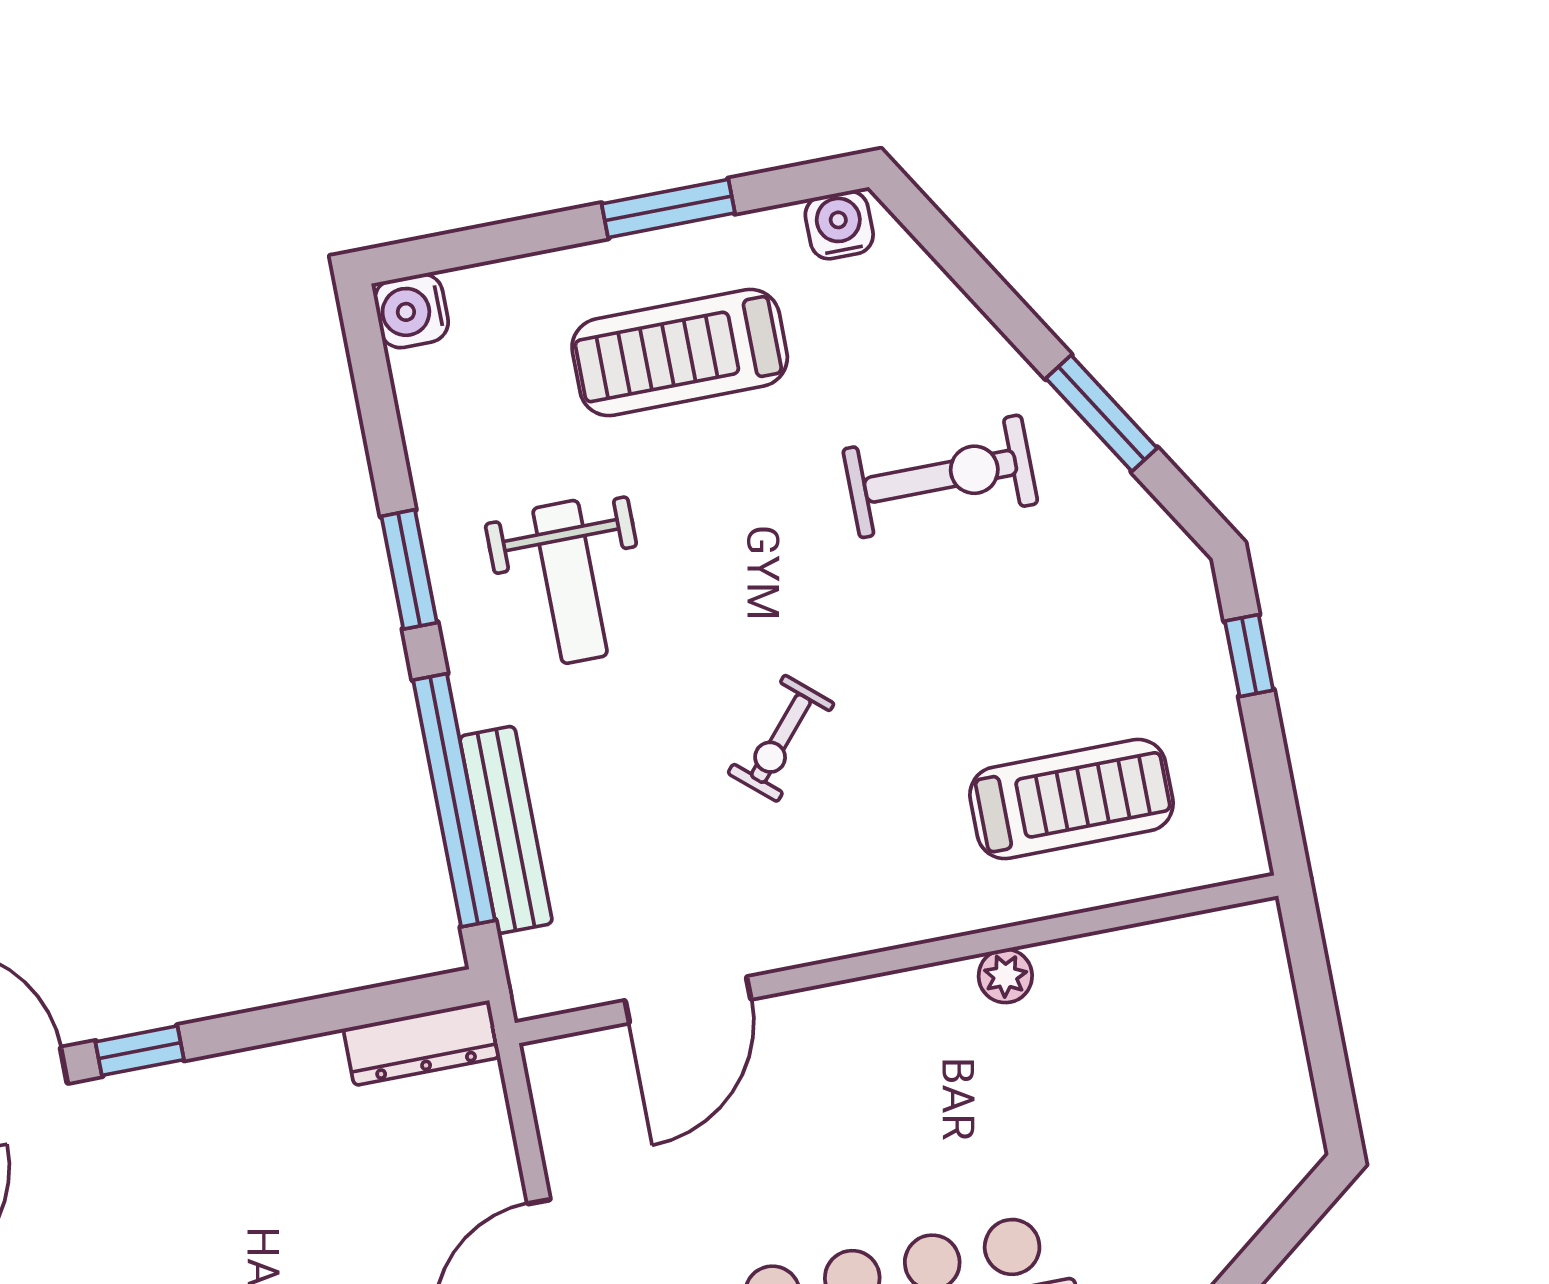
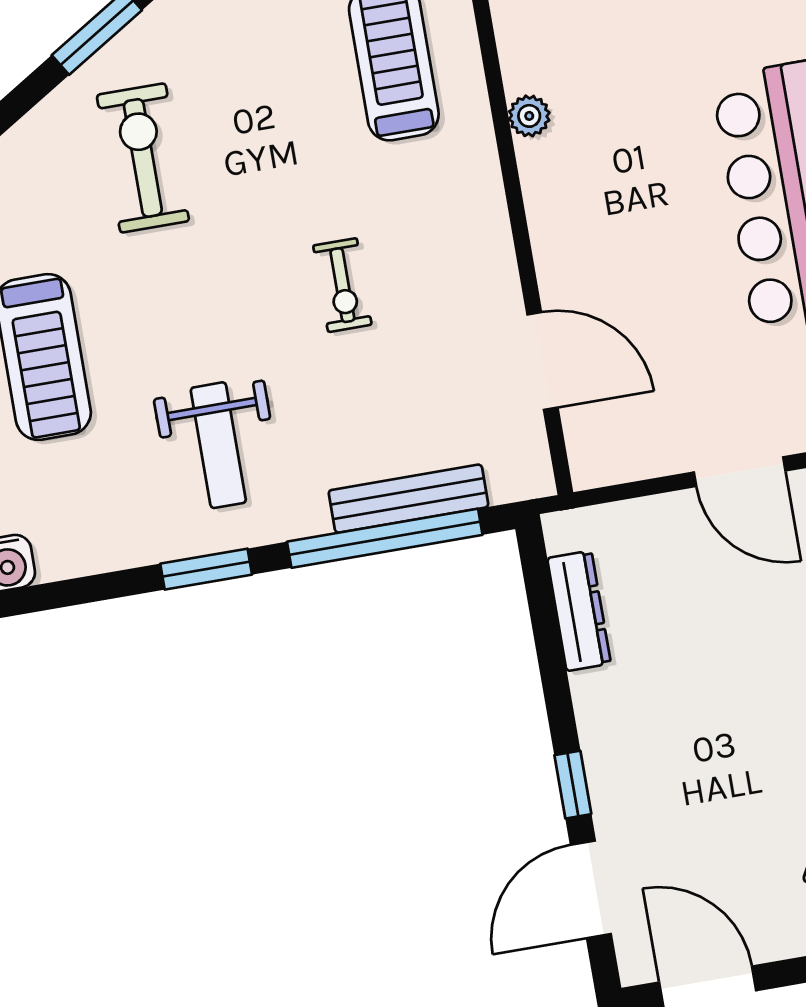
weight bench: (570, 582) -> (218, 445), turned 90
exercise bike: (781, 738) -> (342, 285), turned 49
dresser: (422, 1043) -> (579, 611), moved

